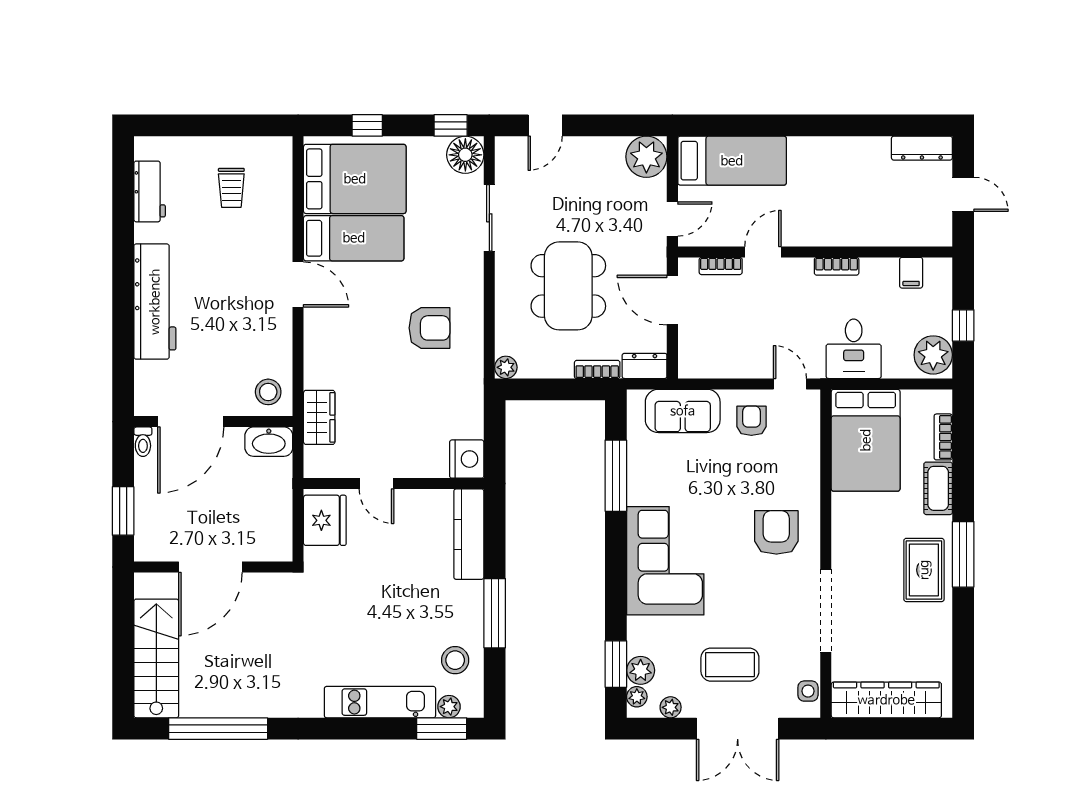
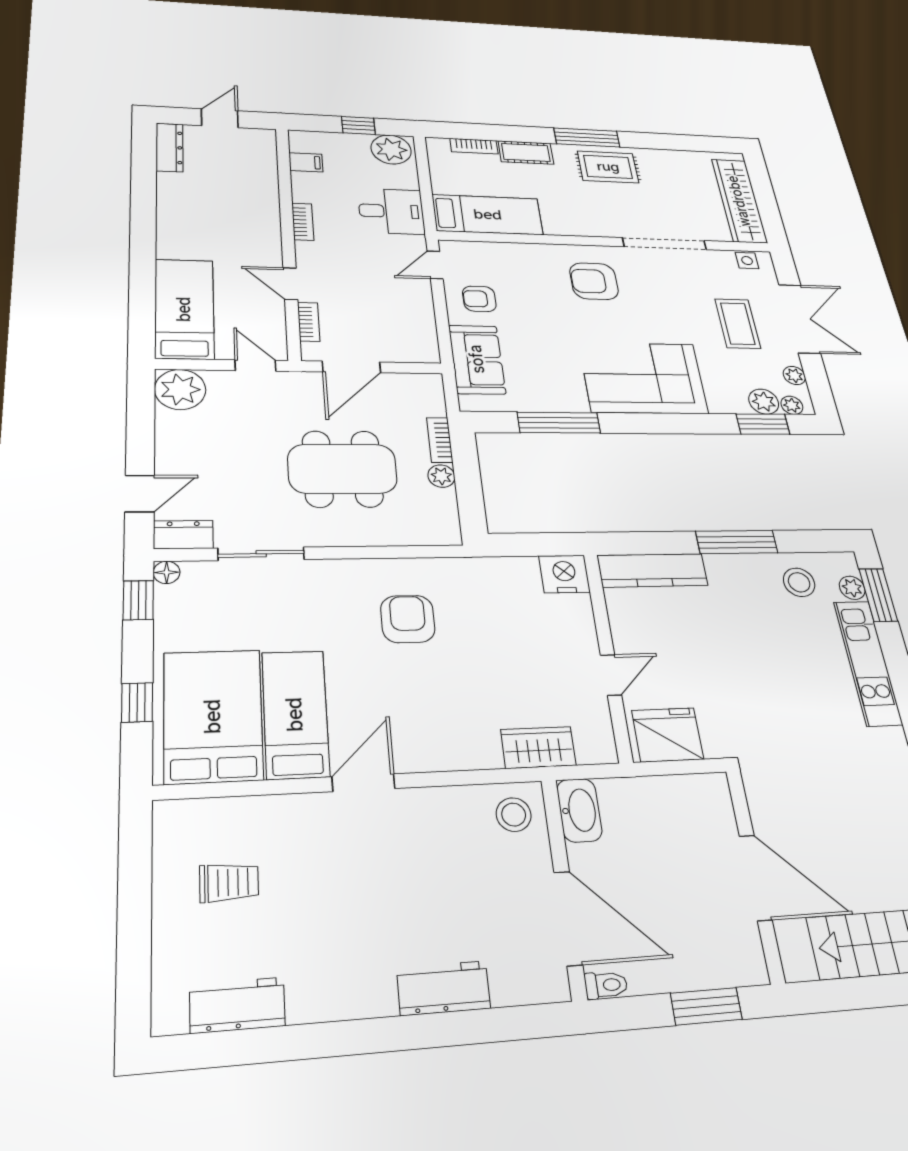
door: (545, 125) -> (140, 494), hinge flipped
floor lamp: (465, 155) -> (167, 572), width x0.53, depth x0.53
workbench: (155, 302) -> (443, 988), width x0.53, depth x0.76
dresser: (645, 366) -> (183, 535), moved, turned 90
plant: (506, 367) -> (441, 476), moved
bed: (866, 440) -> (488, 215), width x0.67

